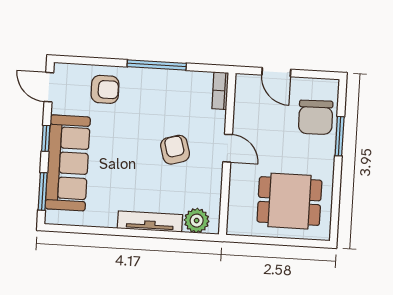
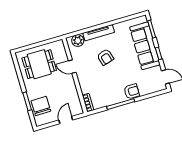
door: (276, 72) -> (66, 120), hinge flipped
armchair: (105, 89) -> (132, 91), moved, turned 180
door: (228, 148) -> (72, 67), moved
armchair: (175, 150) -> (105, 57), moved

